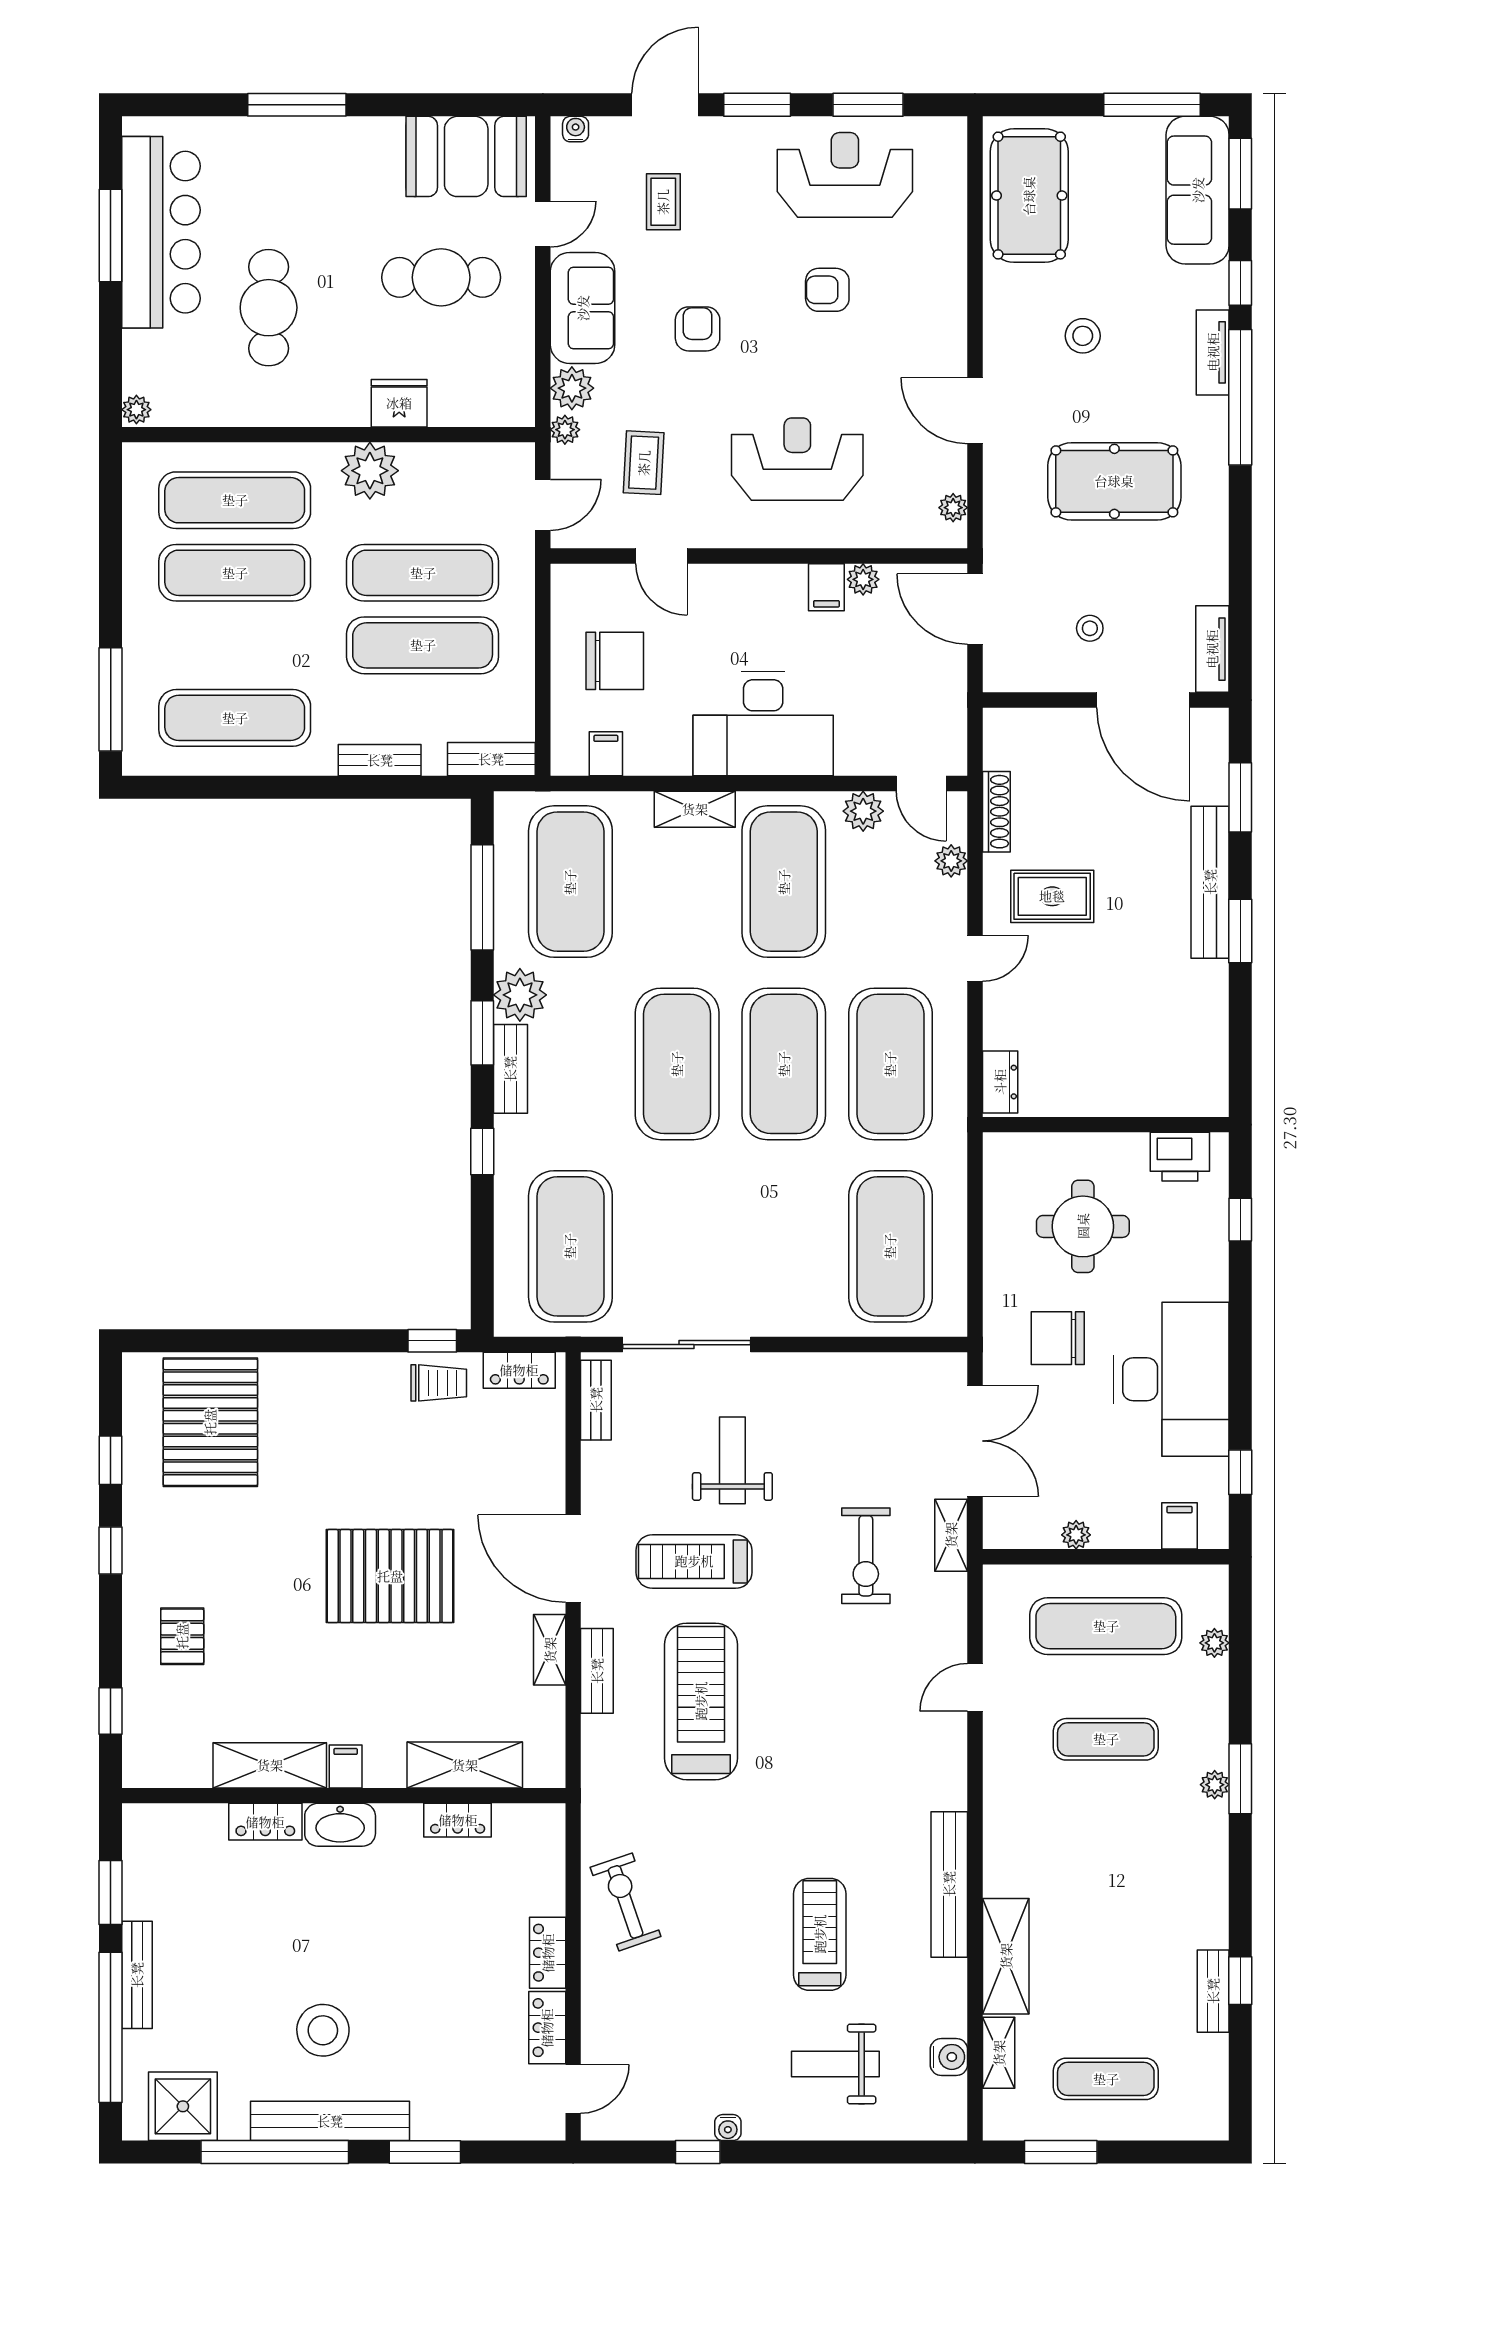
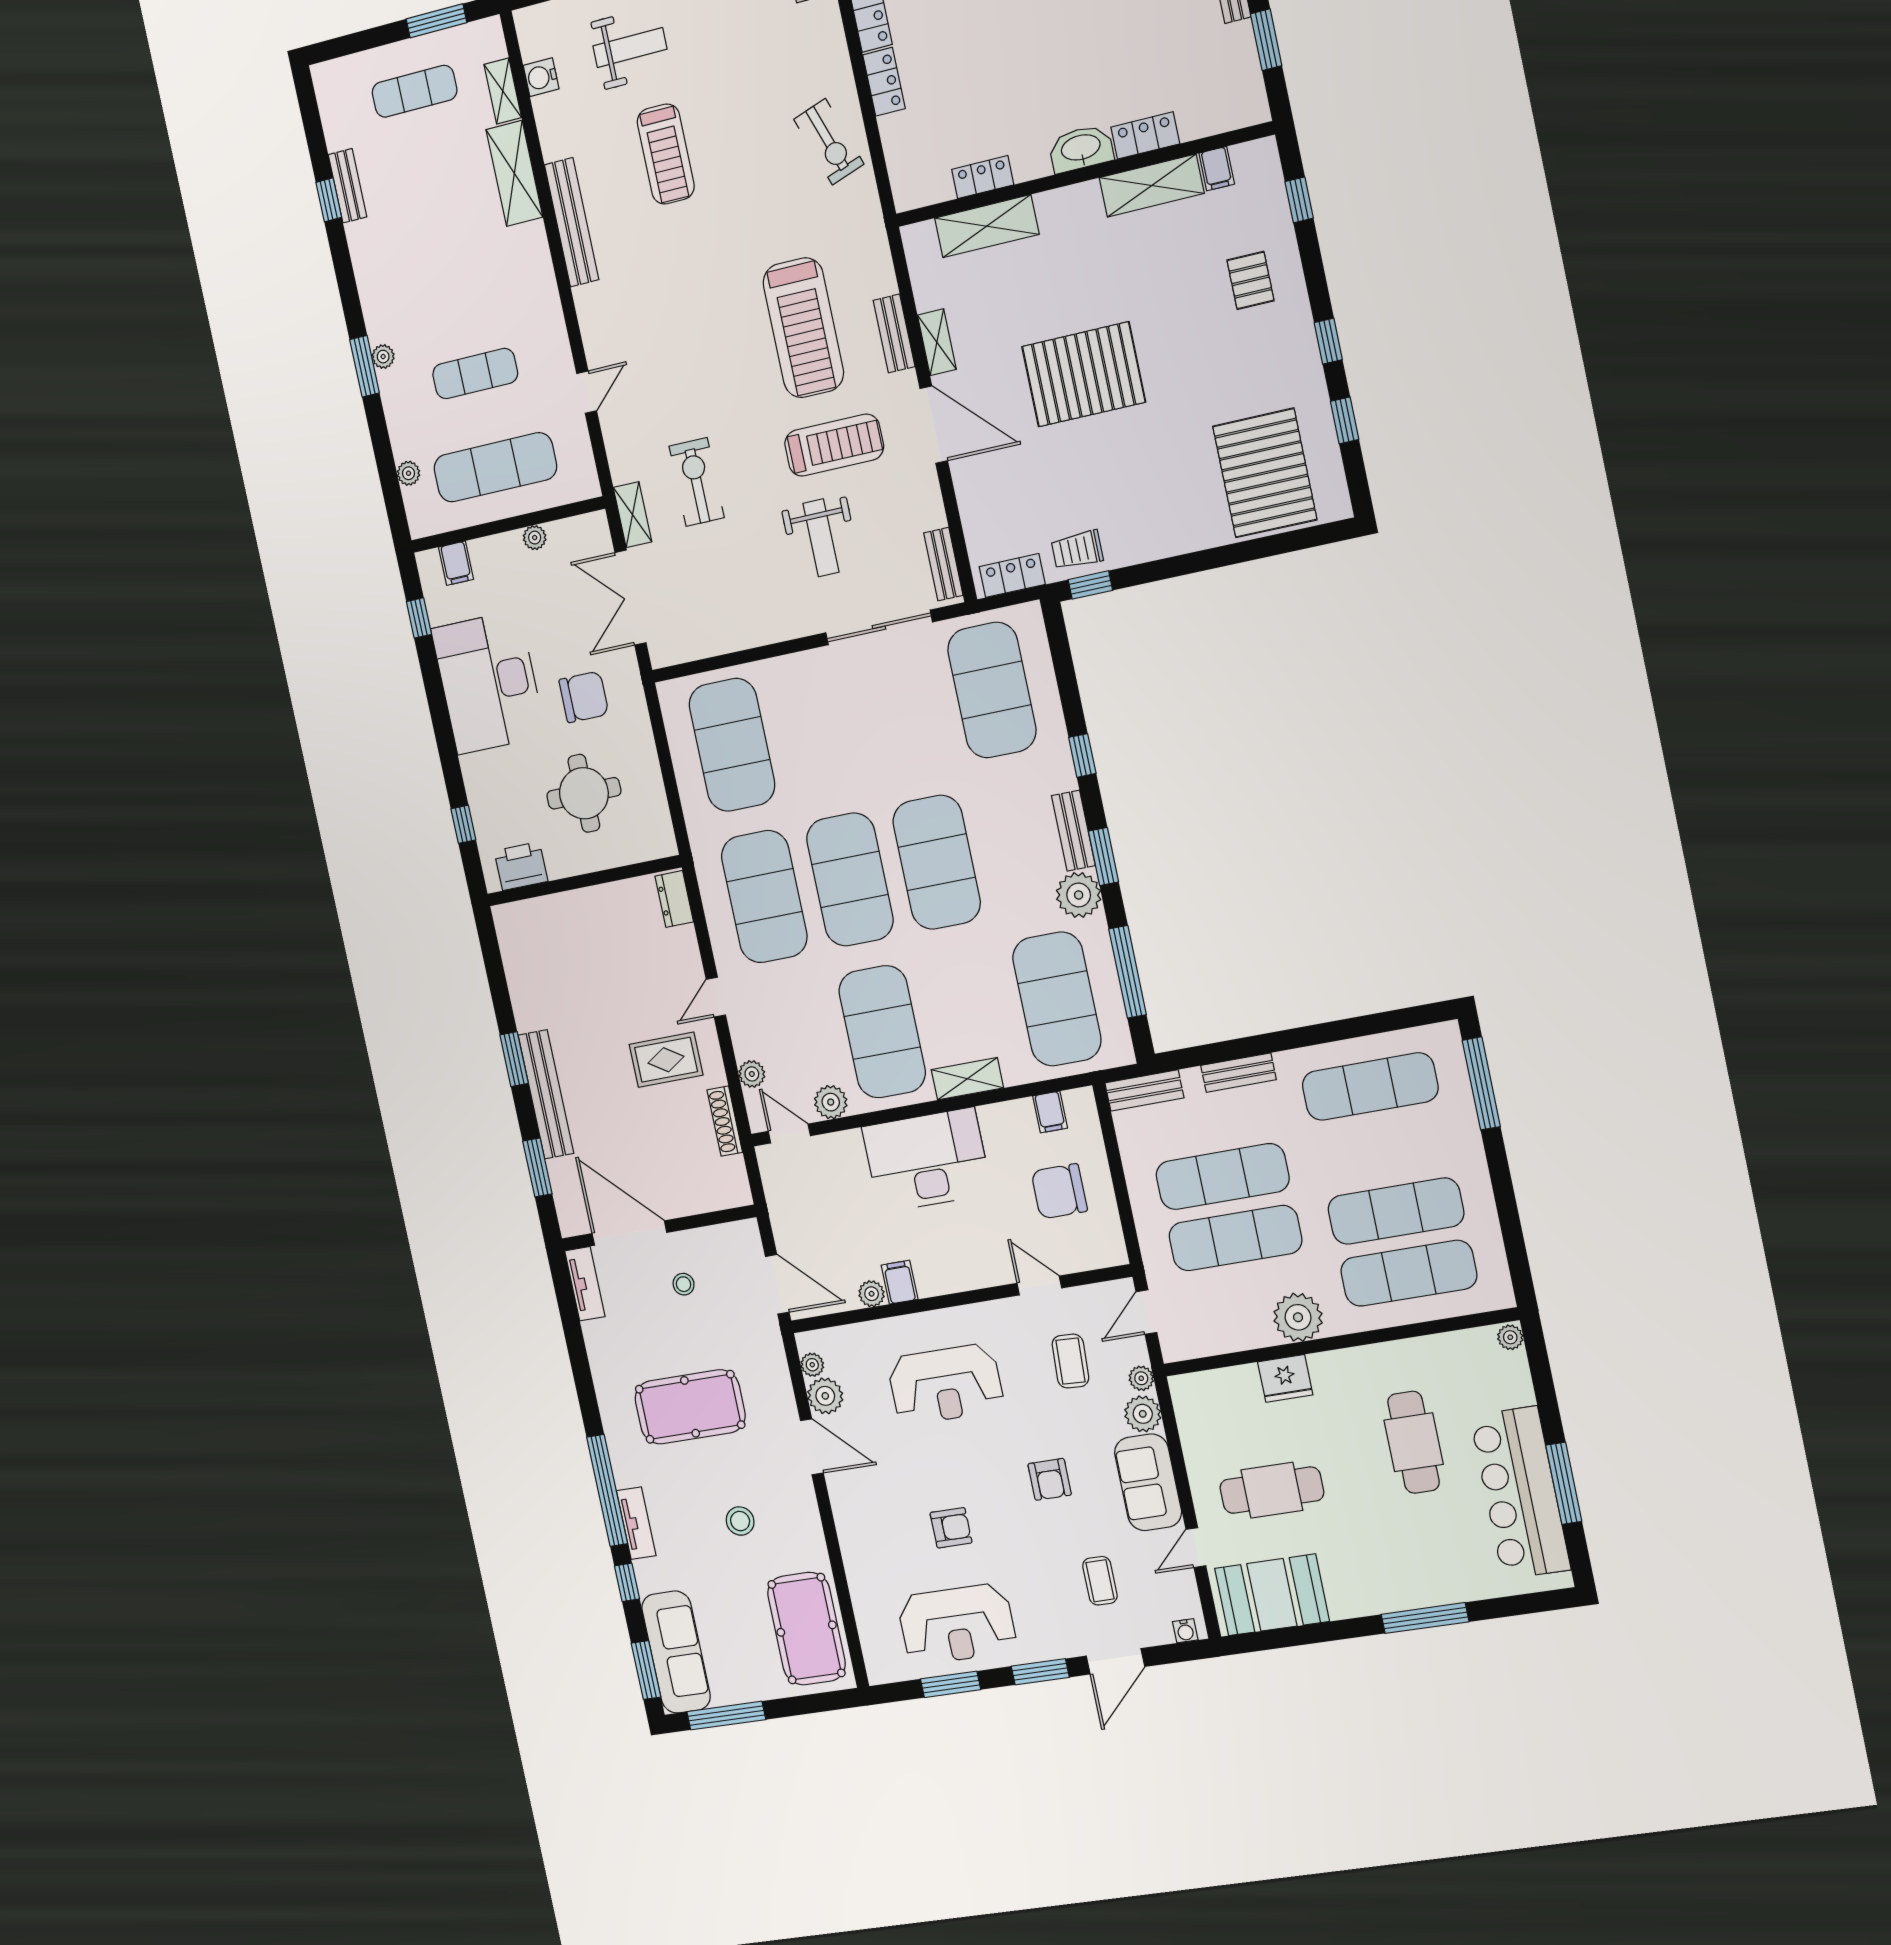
plant: (945, 468) -> (825, 1396), added
filing cabinet: (346, 1767) -> (1217, 169), moved

